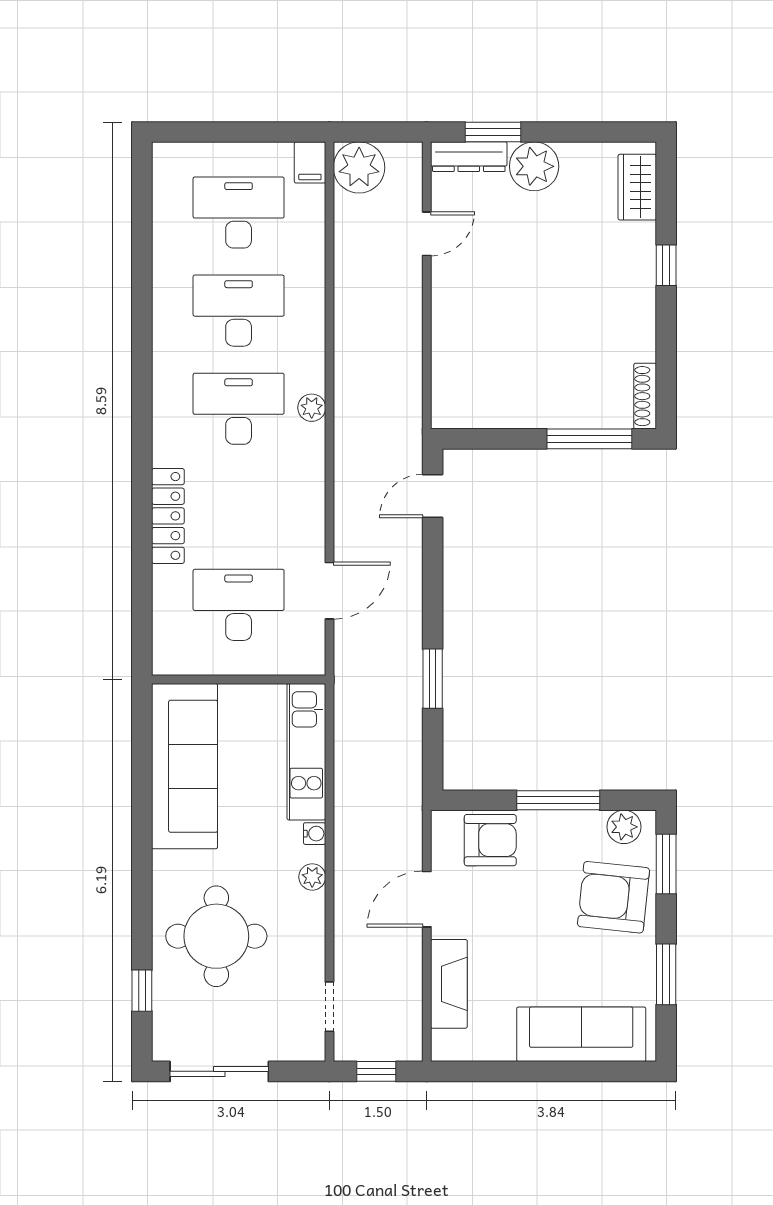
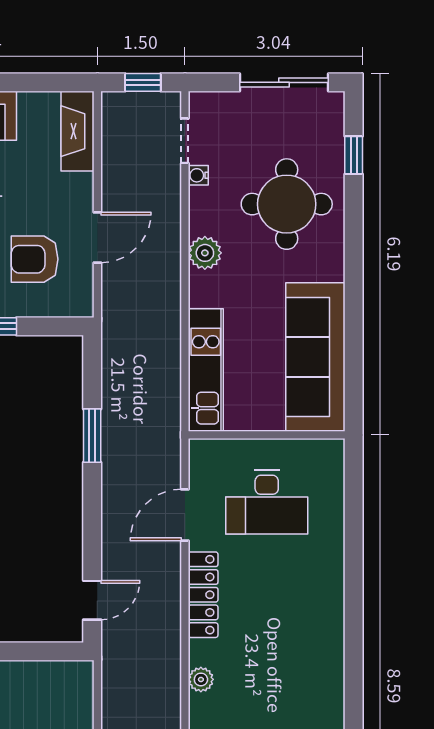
desk: (239, 409) -> (267, 679), removed
locker: (168, 516) -> (203, 595), moved, turned 180
water cooler: (315, 834) -> (198, 175), moved
armchair: (490, 840) -> (35, 259), moved
plant: (312, 877) -> (205, 253), width x1.38, depth x1.38
fireplace: (449, 984) -> (77, 131), moved

